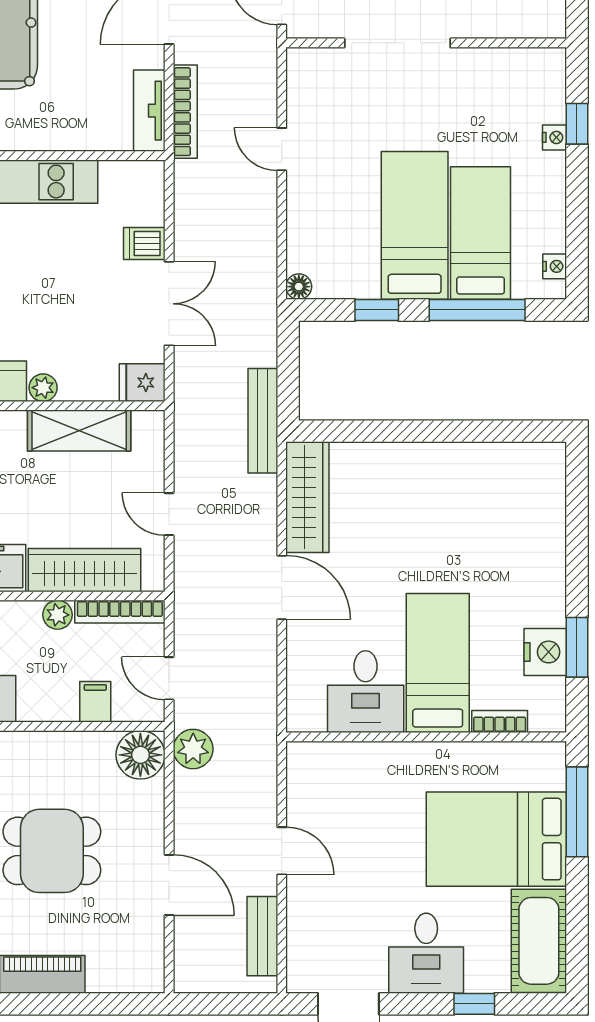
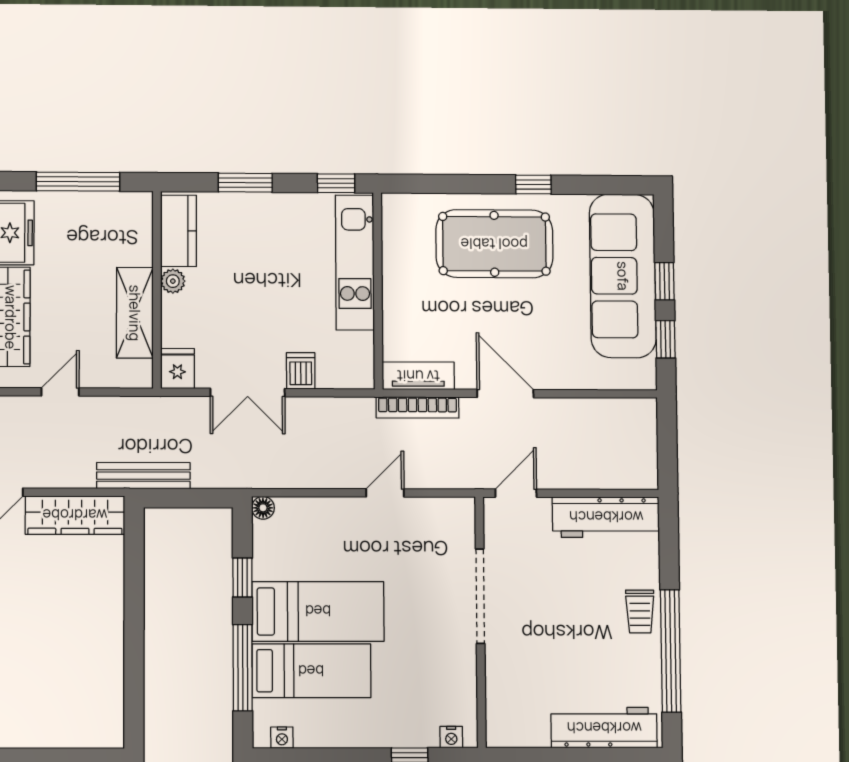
nightstand: (554, 137) -> (451, 737), moved

